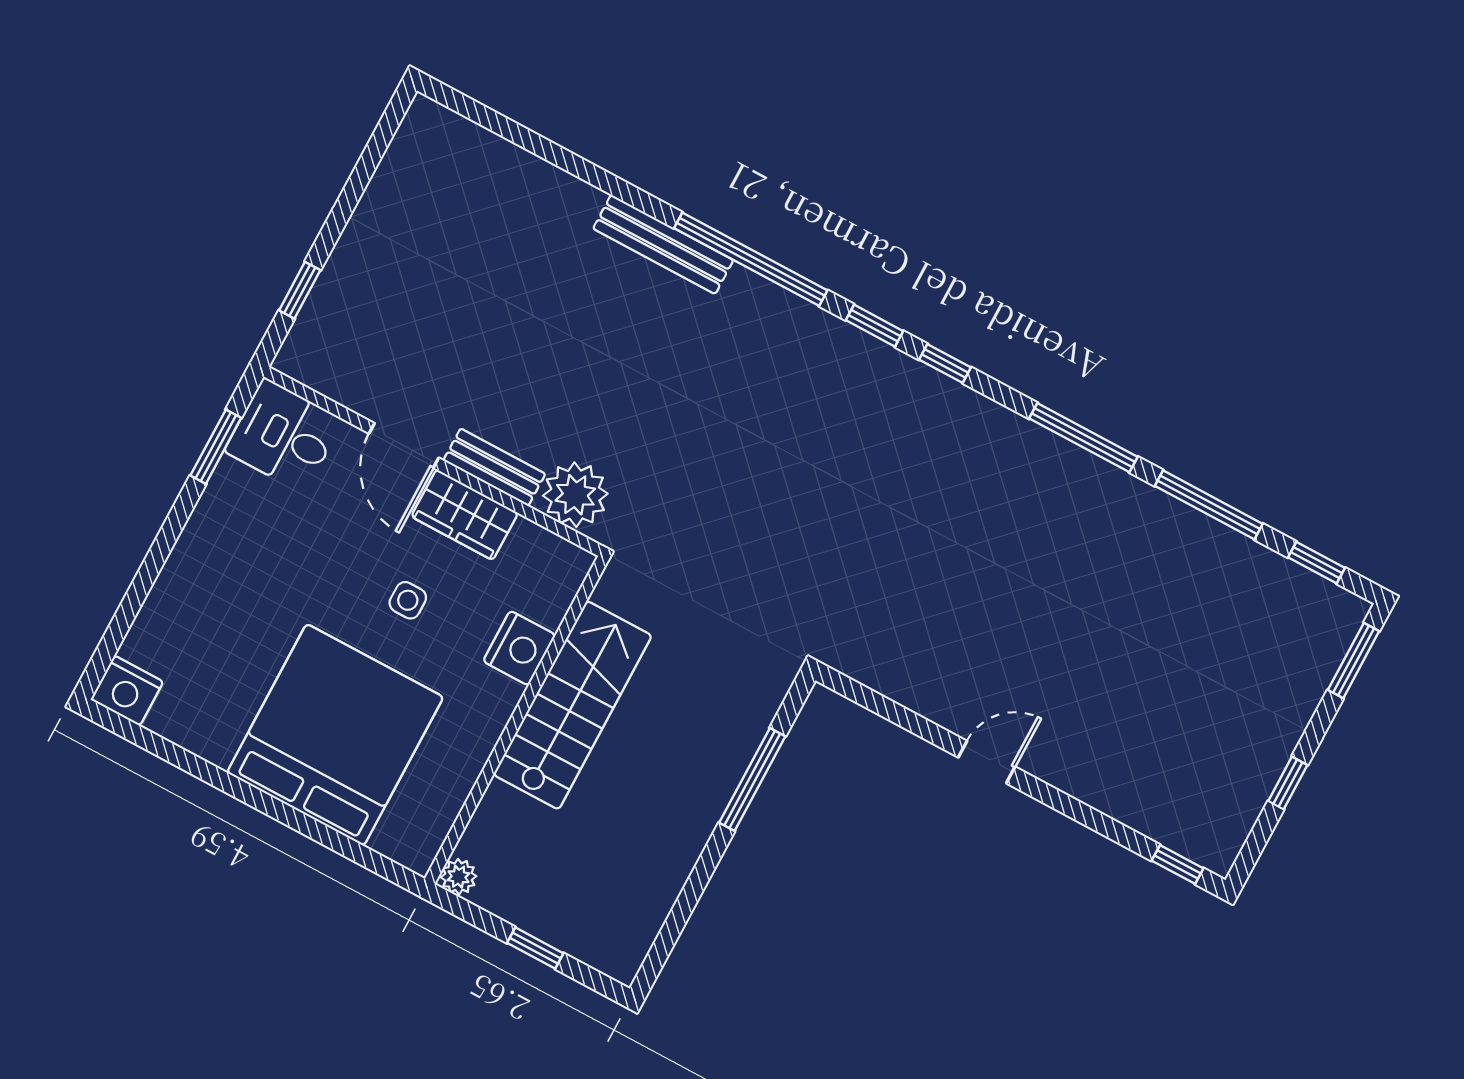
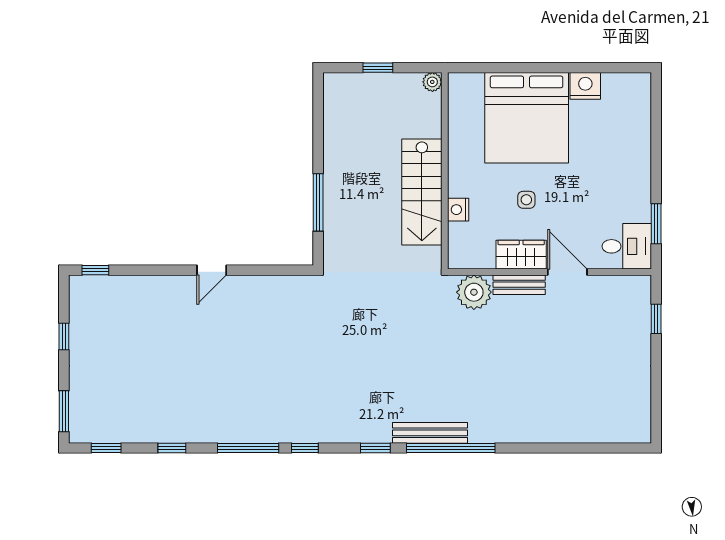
bench: (663, 244) -> (430, 433), moved
window: (945, 363) -> (305, 448), moved
window: (1209, 505) -> (172, 448), width x0.46
nightstand: (519, 648) -> (458, 210), width x0.74, depth x0.75
nightstand: (127, 691) -> (585, 86), moved

